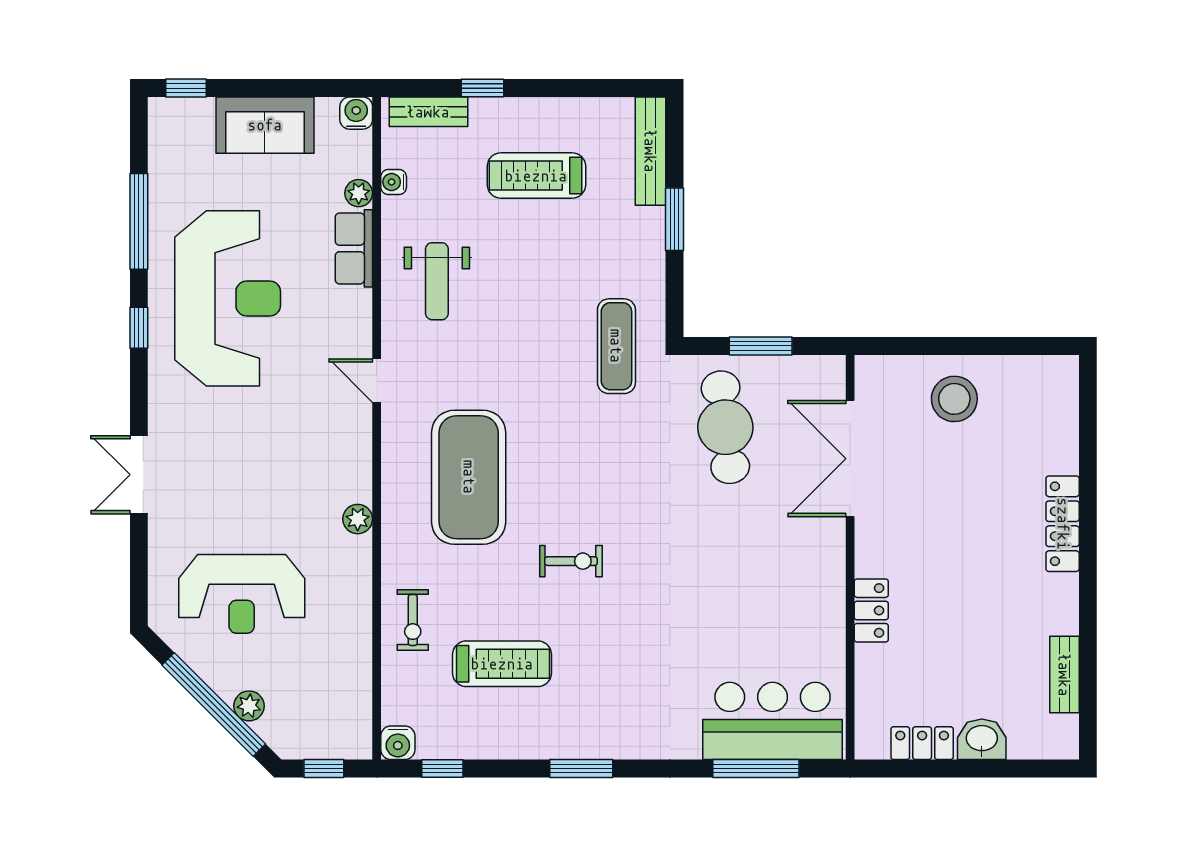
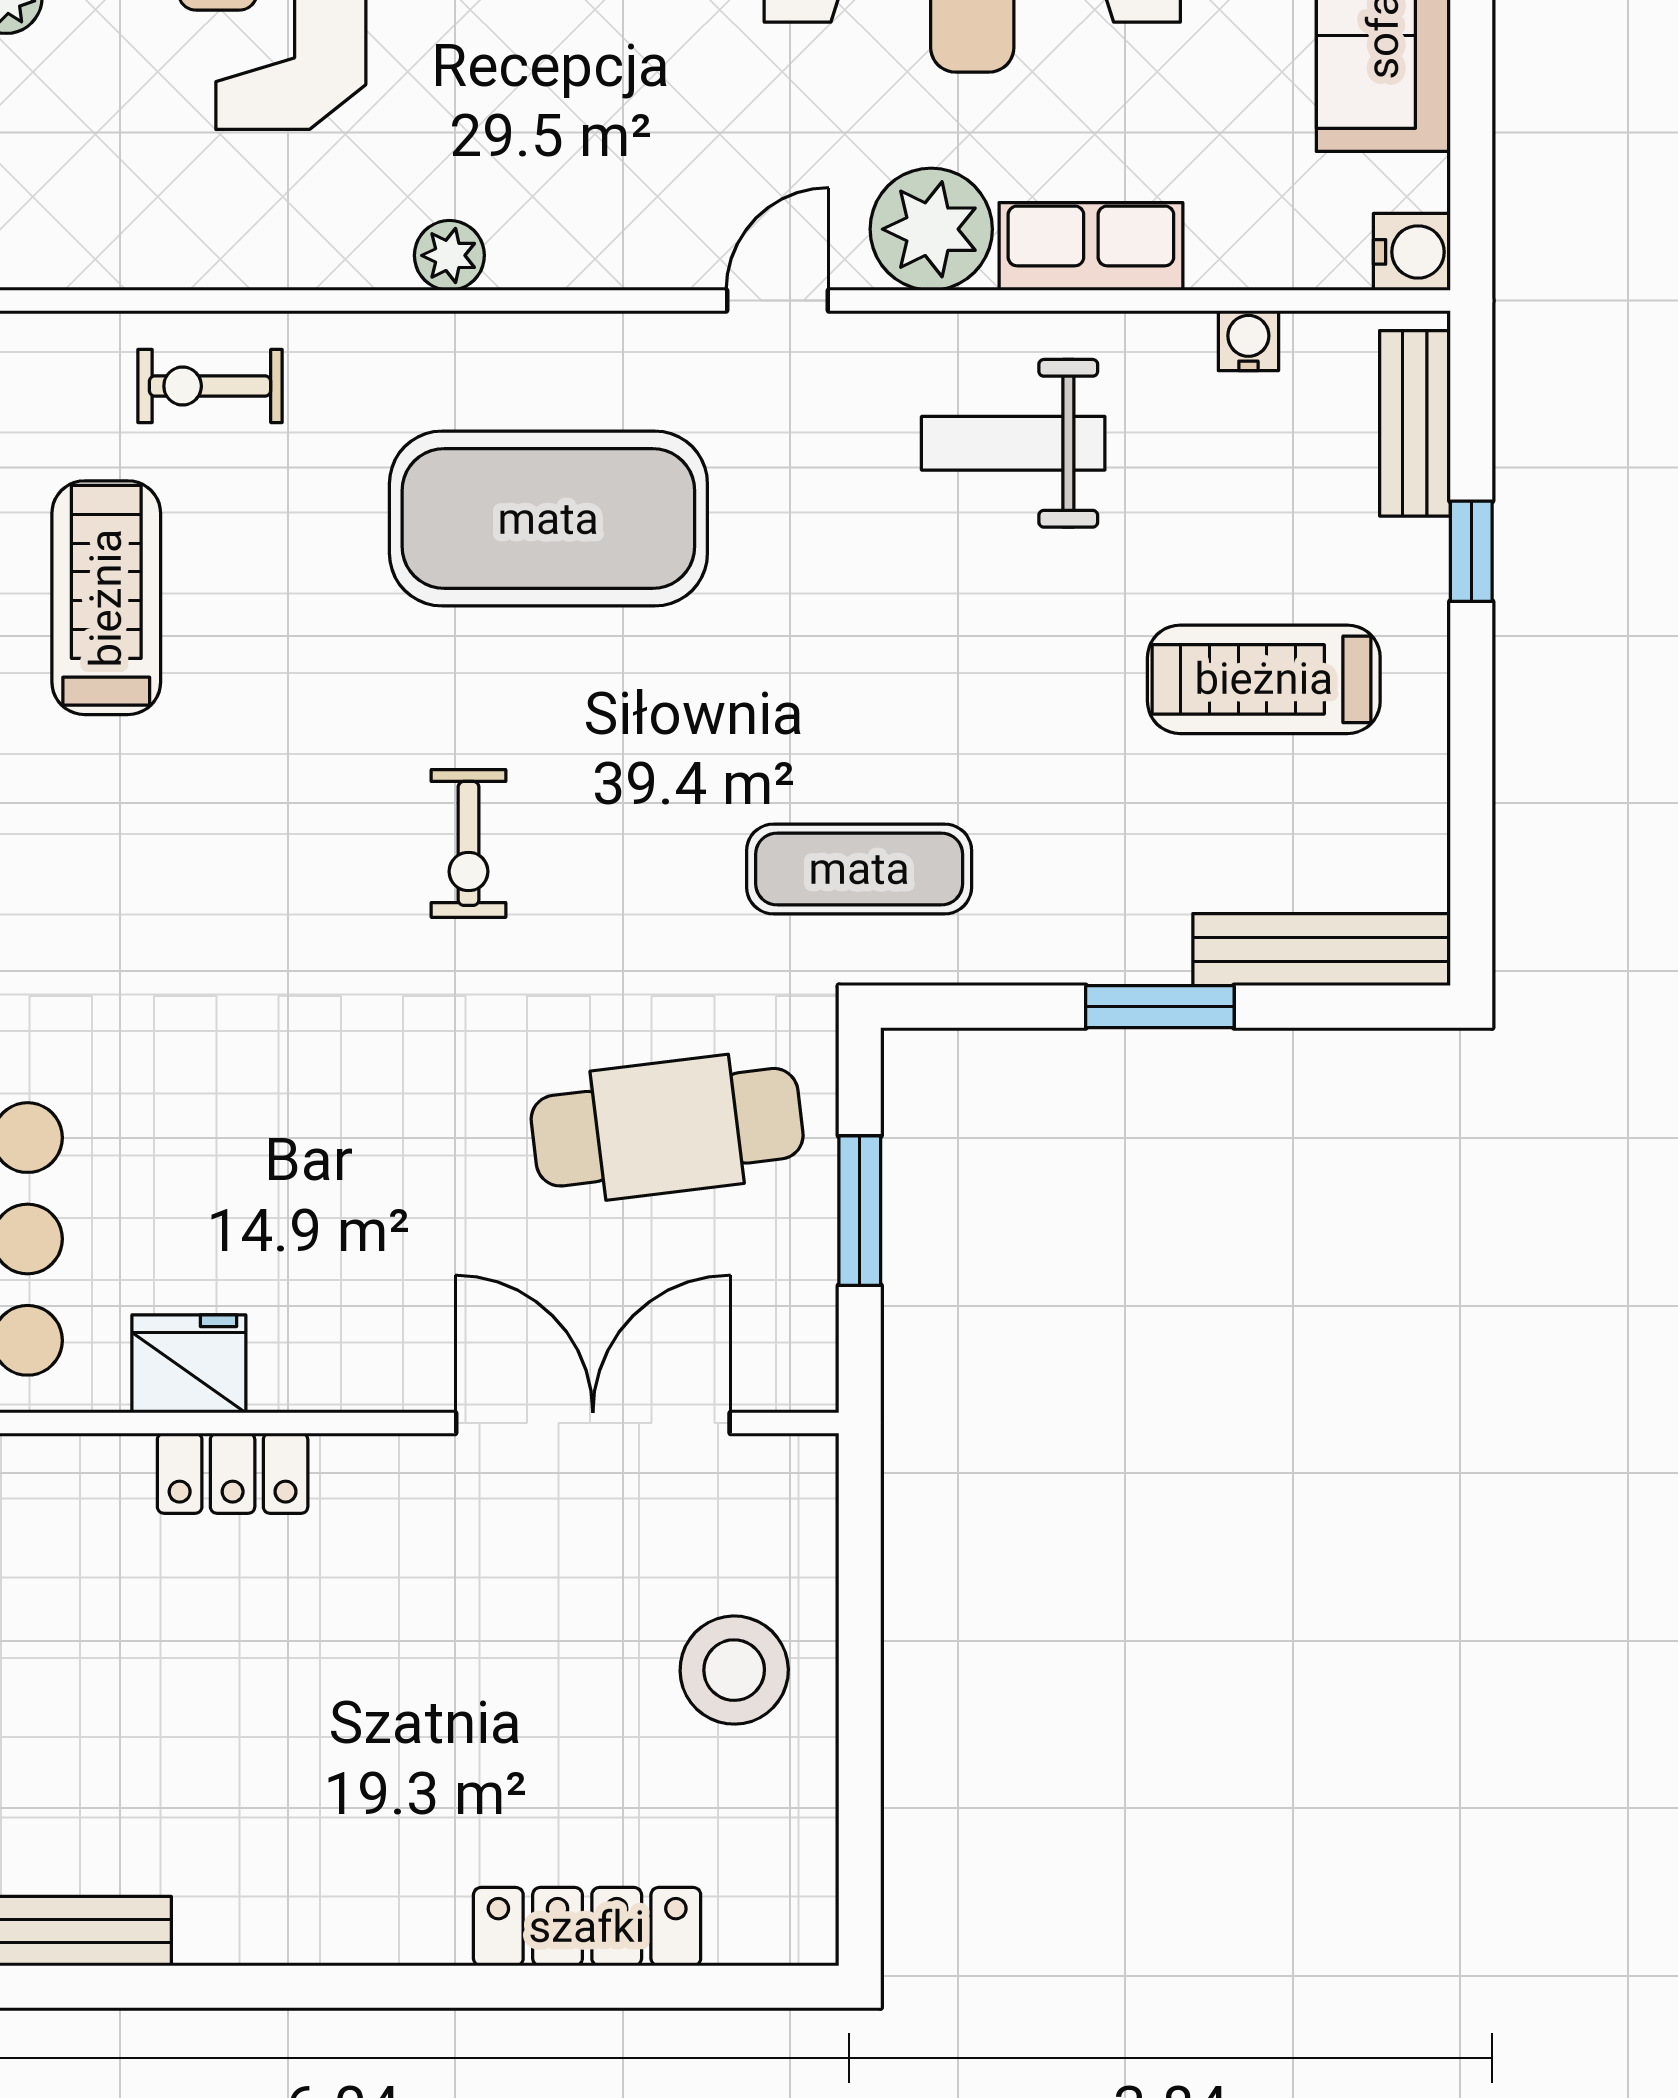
treadmill: (536, 176) -> (1264, 679), turned -90
plant: (359, 193) -> (931, 229), moved, width x1.87, depth x1.87
locker: (1063, 524) -> (587, 1927), moved
exercise bike: (571, 561) -> (469, 843), moved
fridge: (825, 629) -> (189, 1364), added
treadmill: (502, 664) -> (106, 598), turned 180

